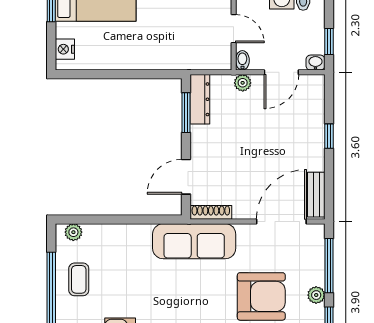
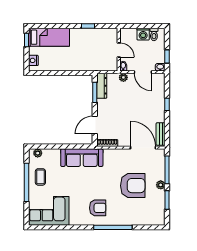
door: (281, 72) -> (143, 72), hinge flipped
door: (281, 222) -> (143, 148), hinge flipped
sofa: (194, 241) -> (82, 158), moved

